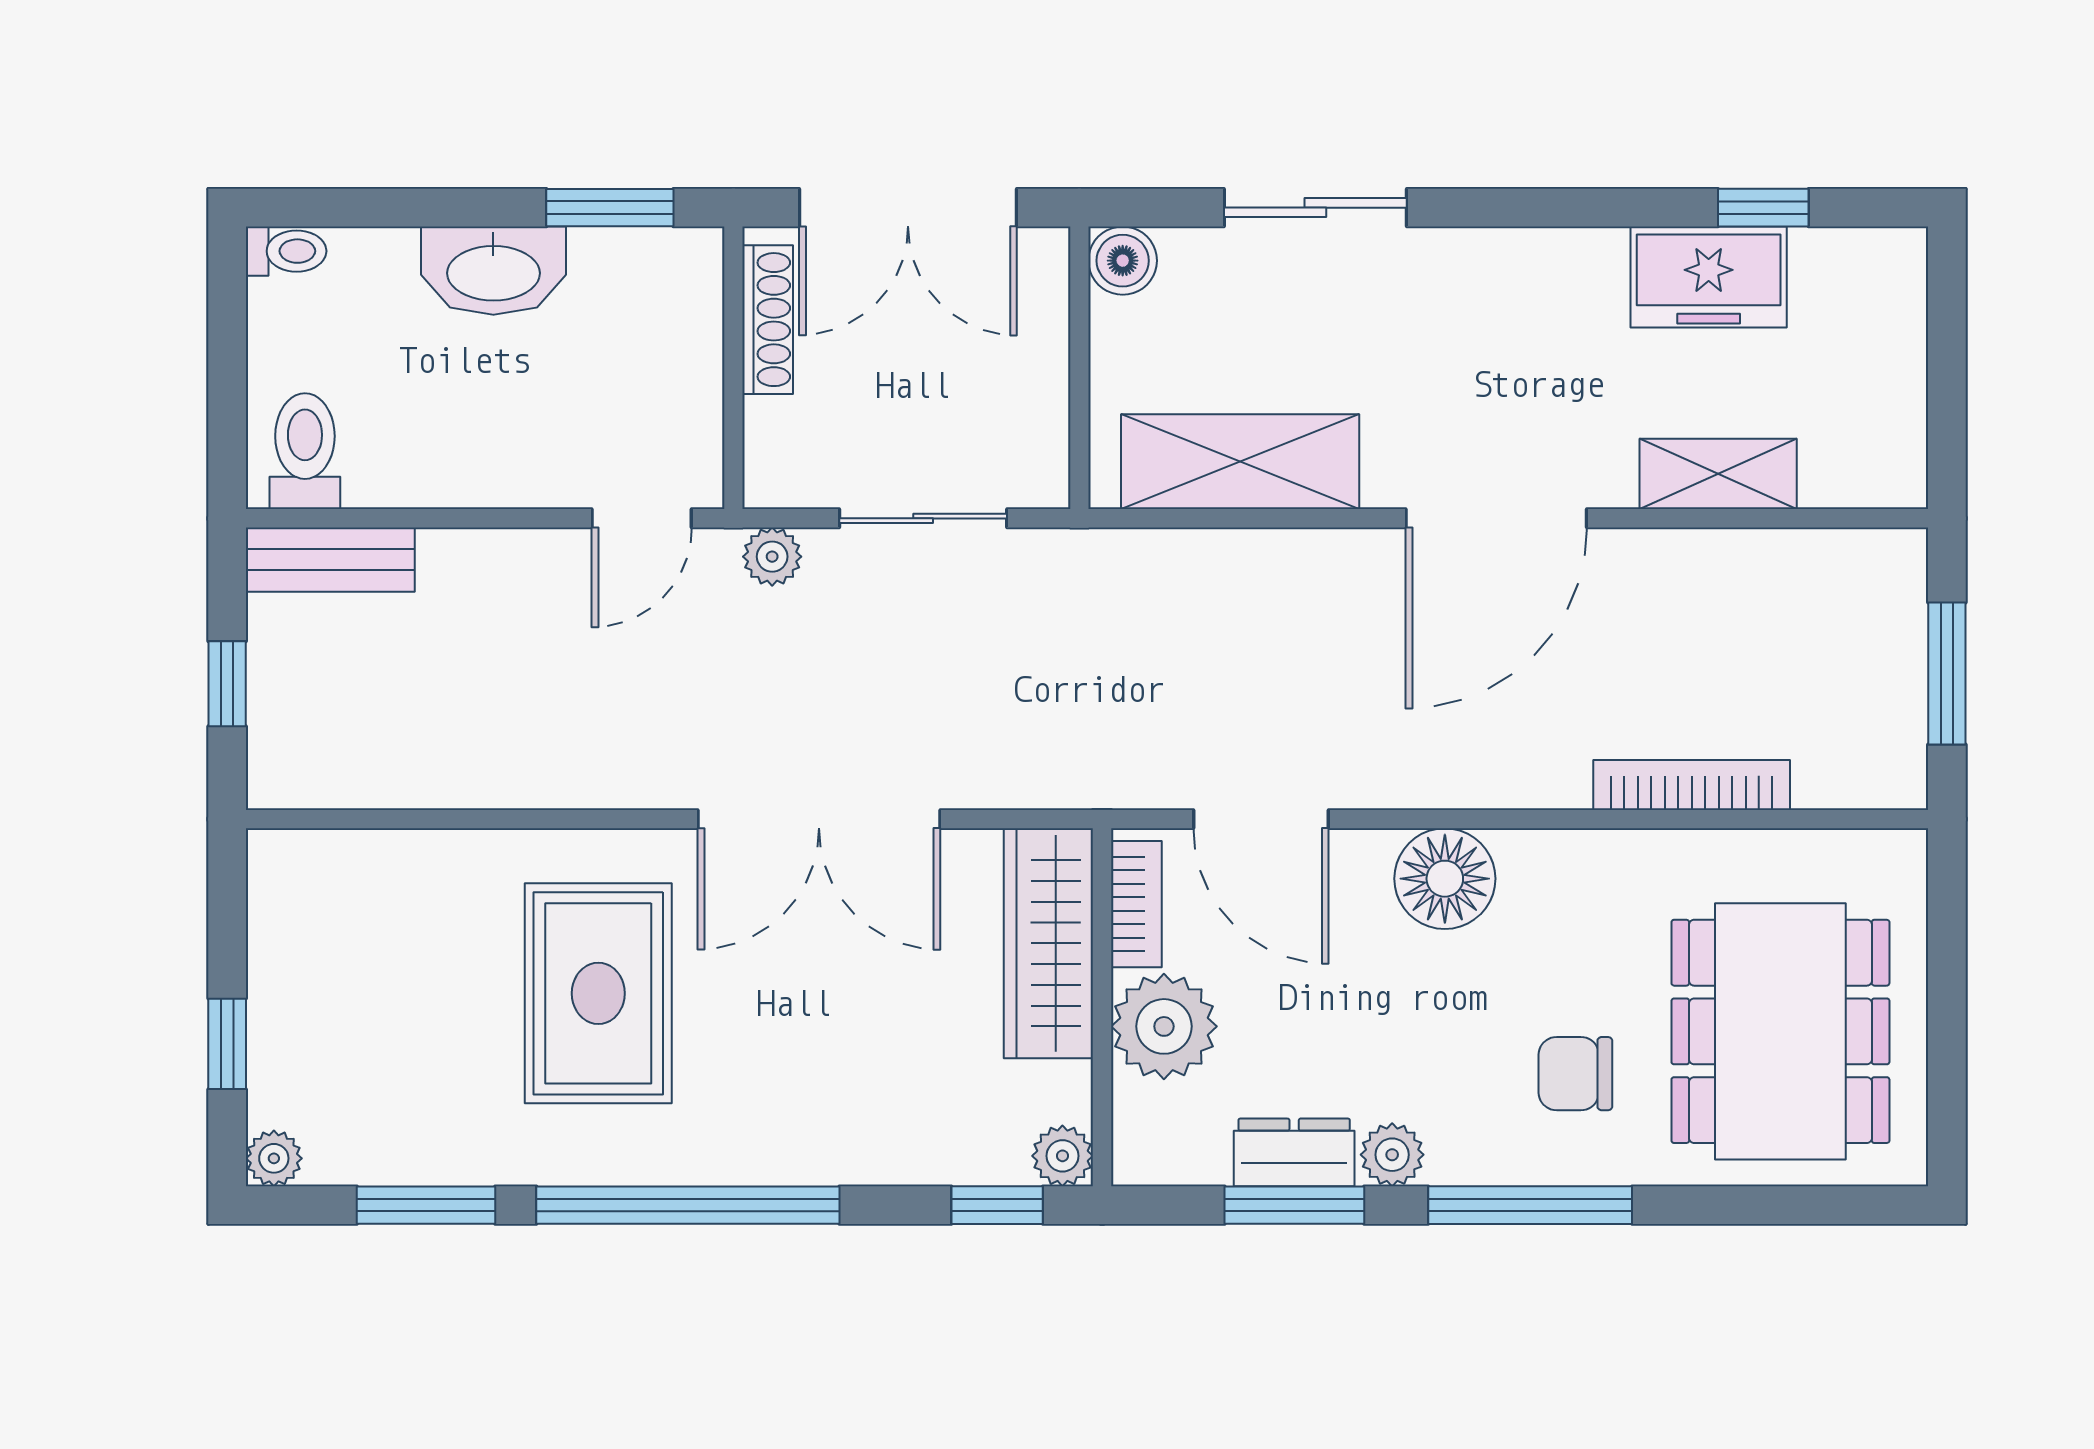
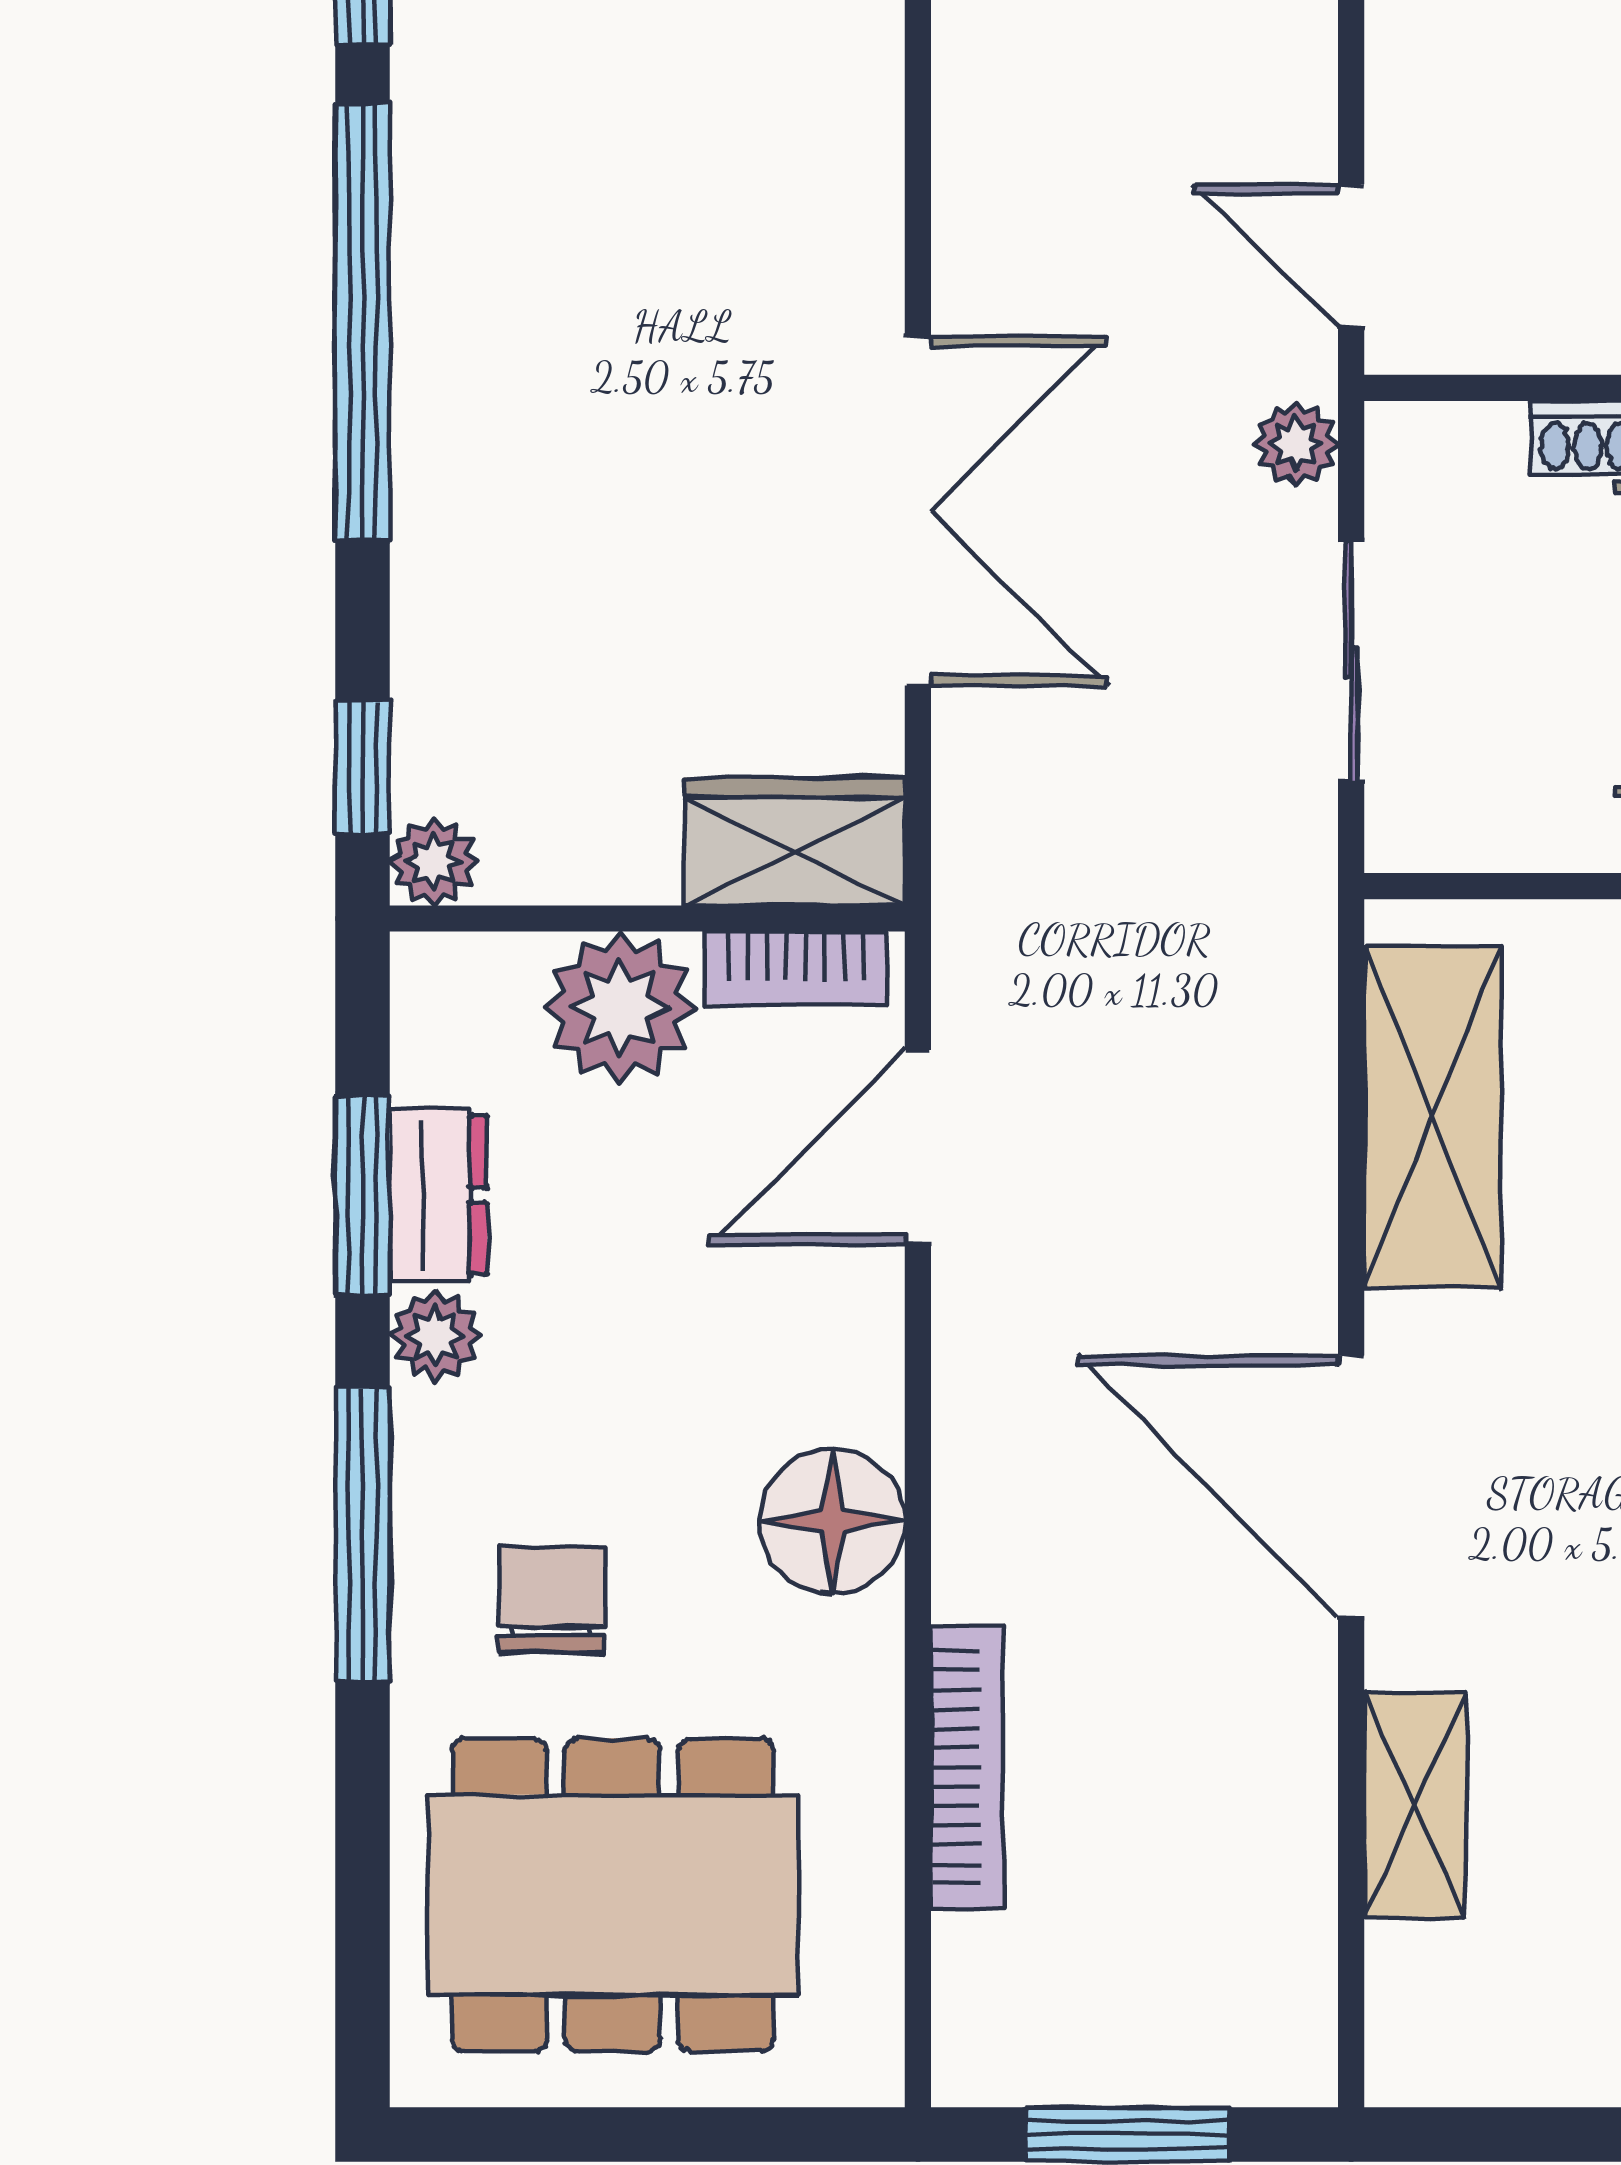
double door: (819, 819) -> (918, 511), swing flipped
floor lamp: (1445, 879) -> (832, 1521), moved
wardrobe: (1048, 943) -> (795, 841), width x0.67
rug: (598, 993) -> (667, 194), removed

